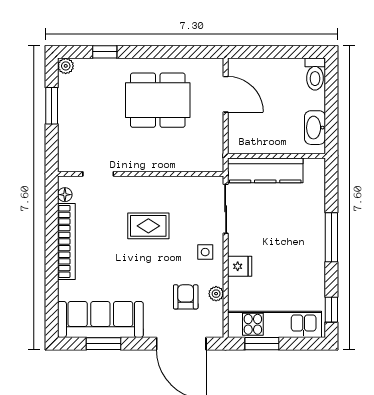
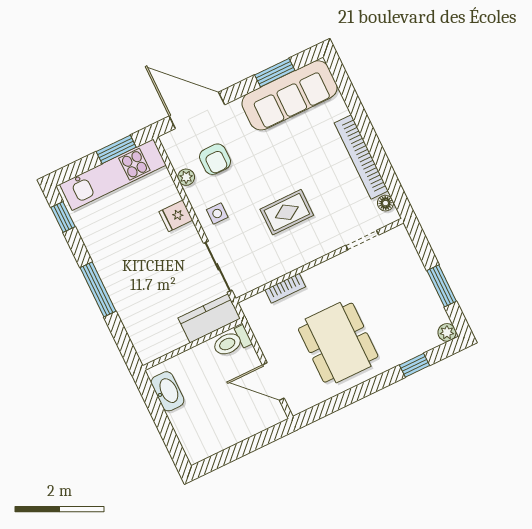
toilet: (315, 74) -> (232, 342), moved, turned -90
dining table: (158, 100) -> (338, 343), turned 90
bookcase: (179, 165) -> (285, 288), added
kitchen counter: (265, 170) -> (209, 318), width x0.67

